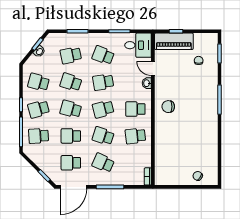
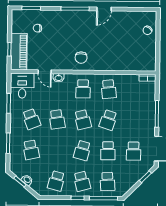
school desk: (103, 55) -> (31, 119), turned -42
door: (153, 68) -> (45, 72), hinge flipped
school desk: (71, 82) -> (57, 150), removed
door: (219, 130) -> (104, 9), added
school desk: (103, 163) -> (134, 120), removed

